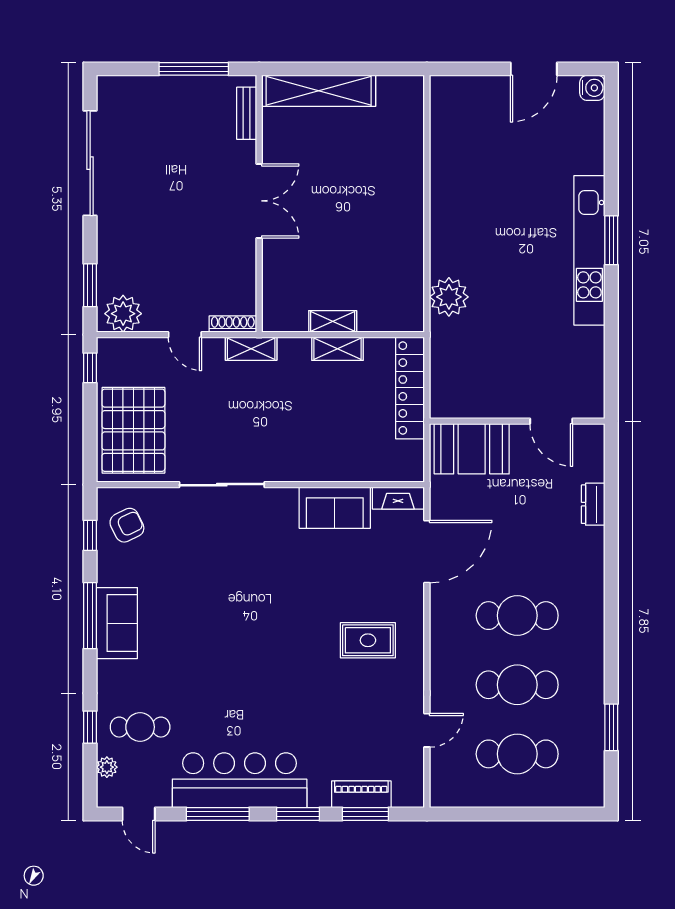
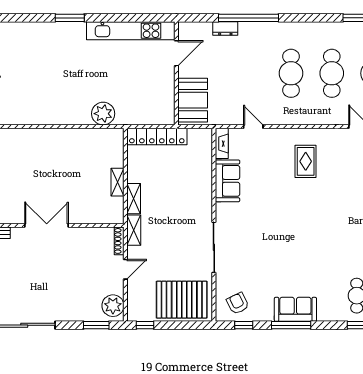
kitchen unit: (589, 250) -> (131, 31), moved
shelving: (337, 349) -> (134, 199), moved
window: (611, 543) -> (248, 18), added
door: (427, 552) -> (253, 127), width x0.53

